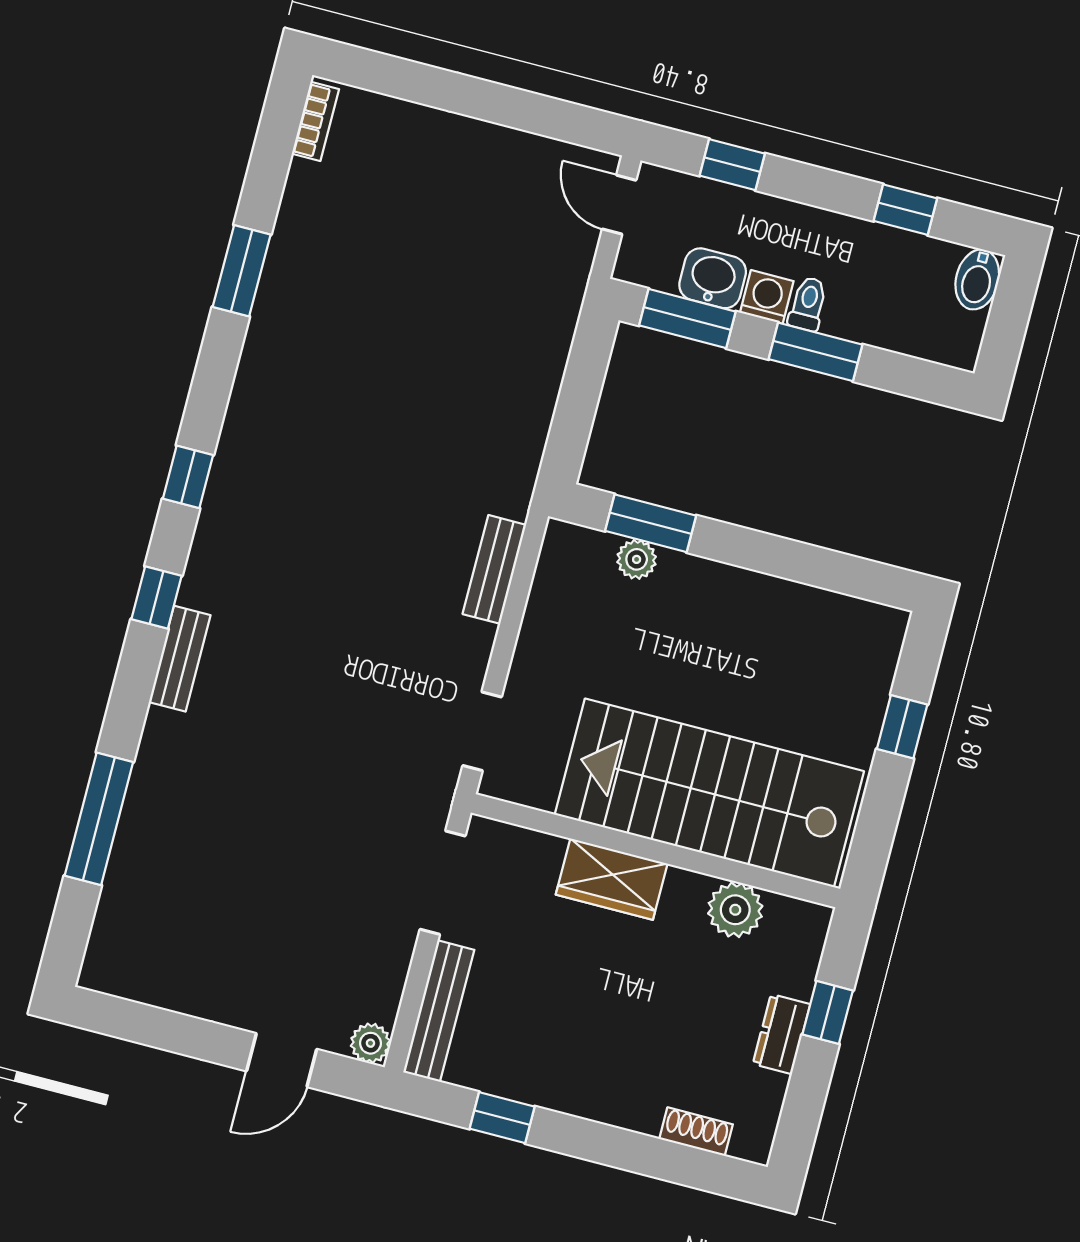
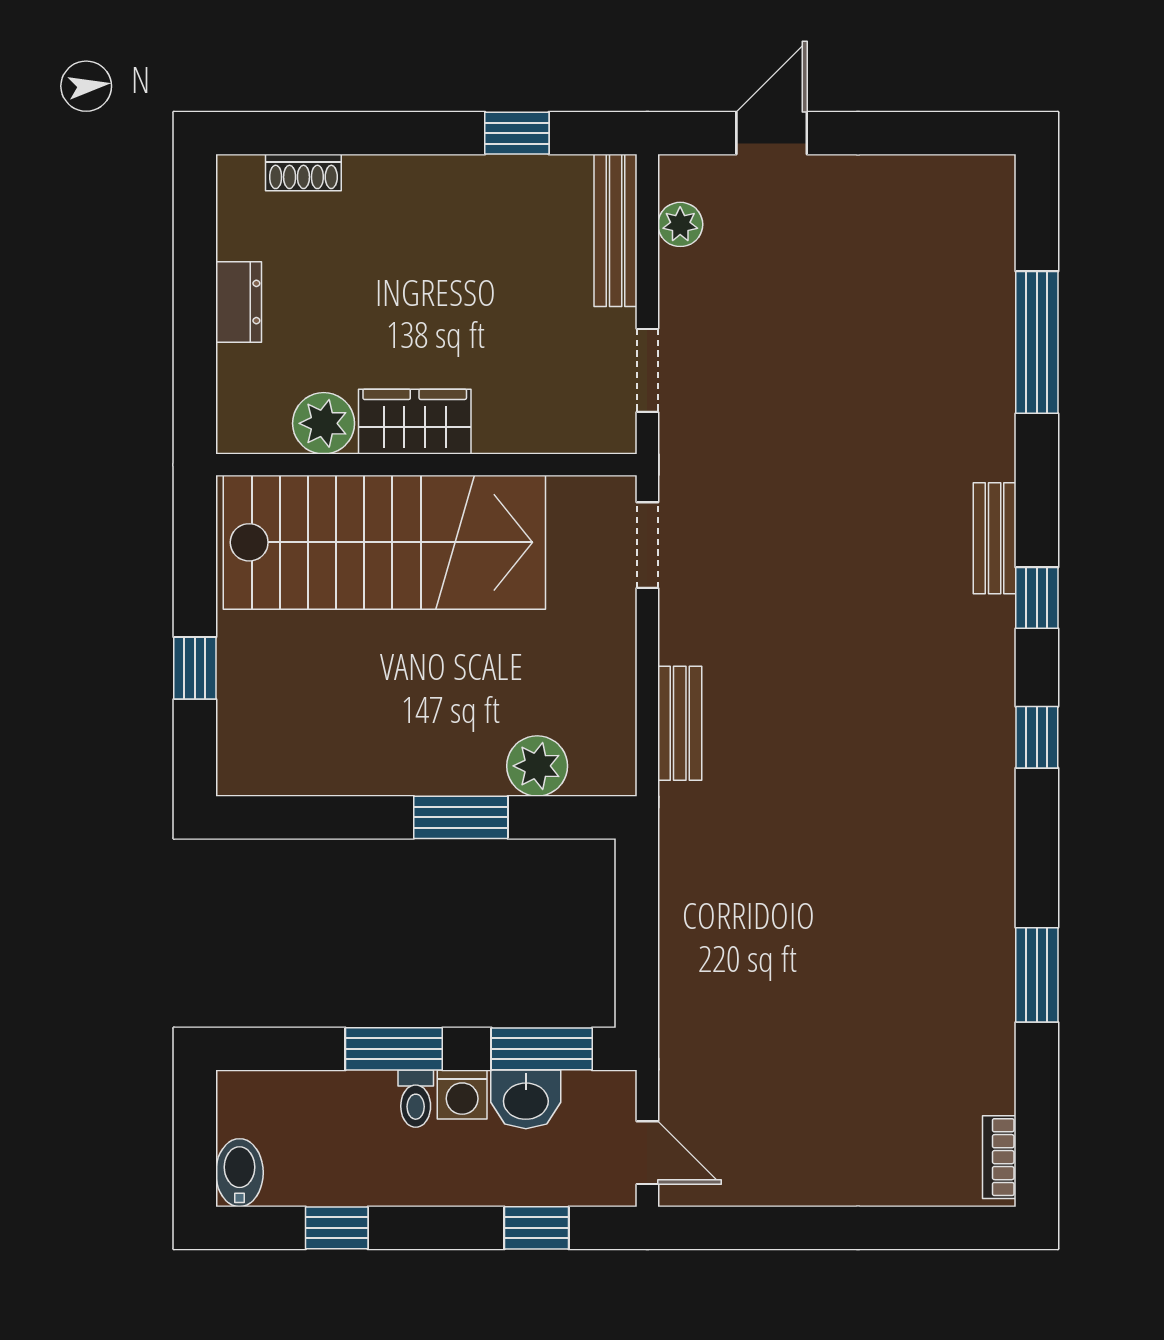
window: (651, 523) -> (461, 817), moved
plant: (637, 559) -> (537, 766), width x1.38, depth x1.38
wardrobe: (612, 879) -> (415, 422), moved
doorway: (443, 883) -> (647, 370), width x0.73
window: (828, 1012) -> (195, 338), removed
plant: (370, 1043) -> (680, 224), moved

